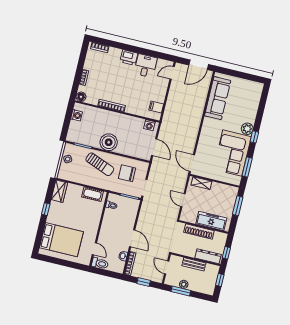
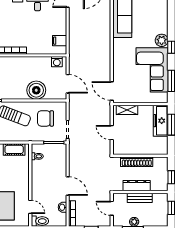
boiler: (109, 142) -> (36, 90), moved
freezer: (211, 221) -> (161, 121), moved, turned -90
dresser: (208, 256) -> (137, 186), moved

